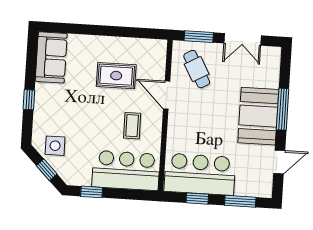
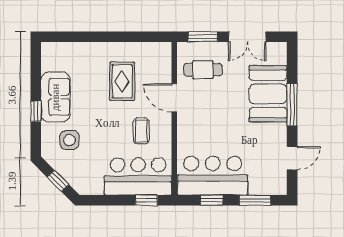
sofa: (51, 57) -> (55, 97), moved
cafe table: (197, 69) -> (203, 70), turned -61
rug: (116, 76) -> (122, 81), turned 90
booth: (258, 116) -> (268, 94), moved
side table: (55, 146) -> (69, 140), moved
window: (92, 192) -> (146, 200), moved

